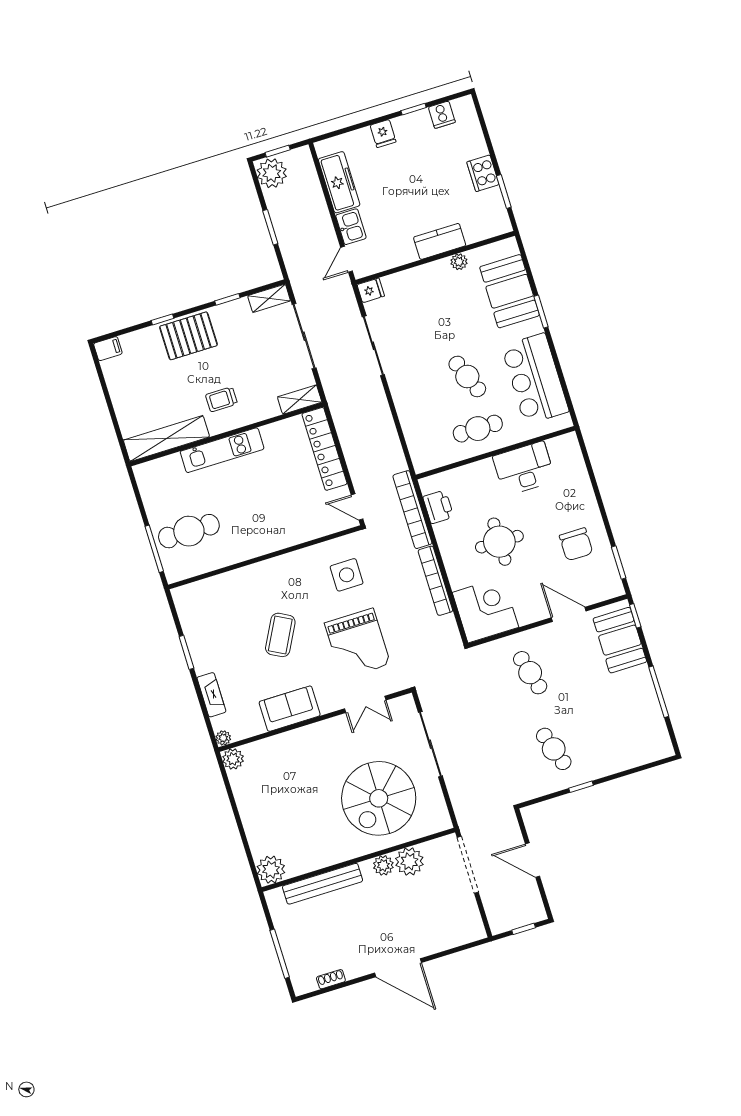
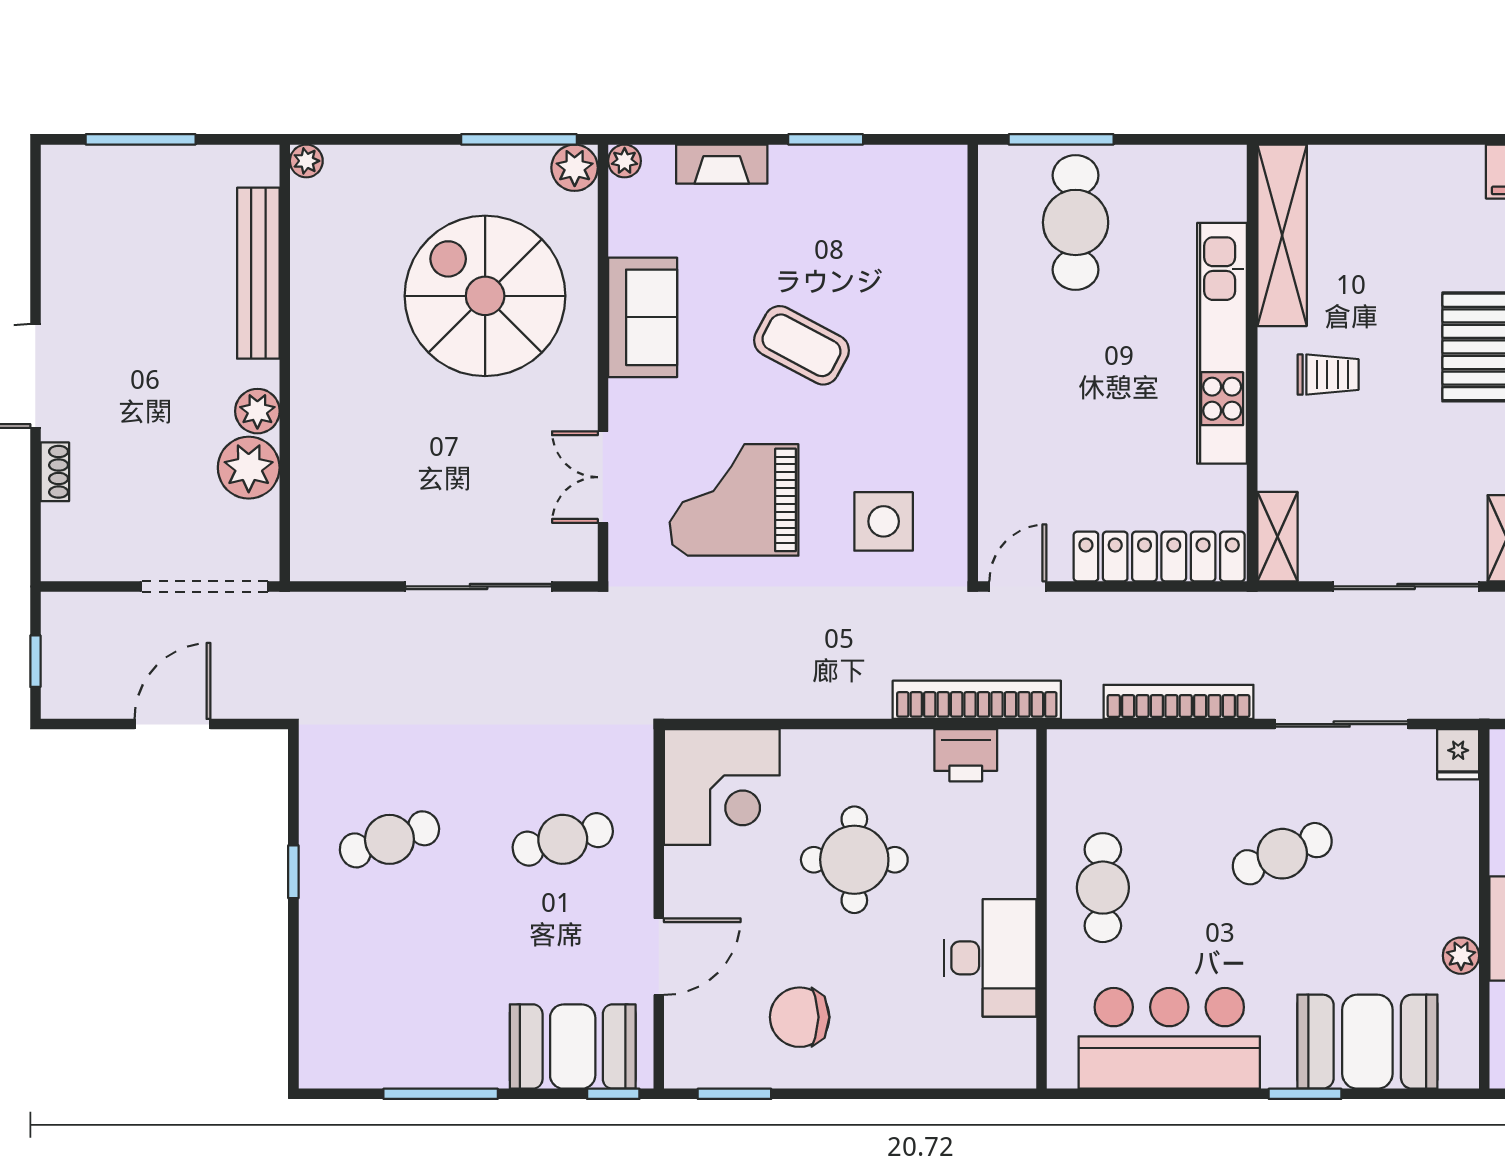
cafe table: (467, 376) -> (1282, 854), moved
trolley: (221, 399) -> (1328, 375), turned 90
kitchen unit: (222, 450) -> (1222, 343), width x1.36
bookcase: (435, 581) -> (1179, 702), moved
window: (228, 787) -> (519, 139), added
spiral stairs: (379, 798) -> (485, 296), moved
plant: (271, 870) -> (306, 161), width x0.53, depth x0.53
shoe rack: (331, 979) -> (55, 472), moved

